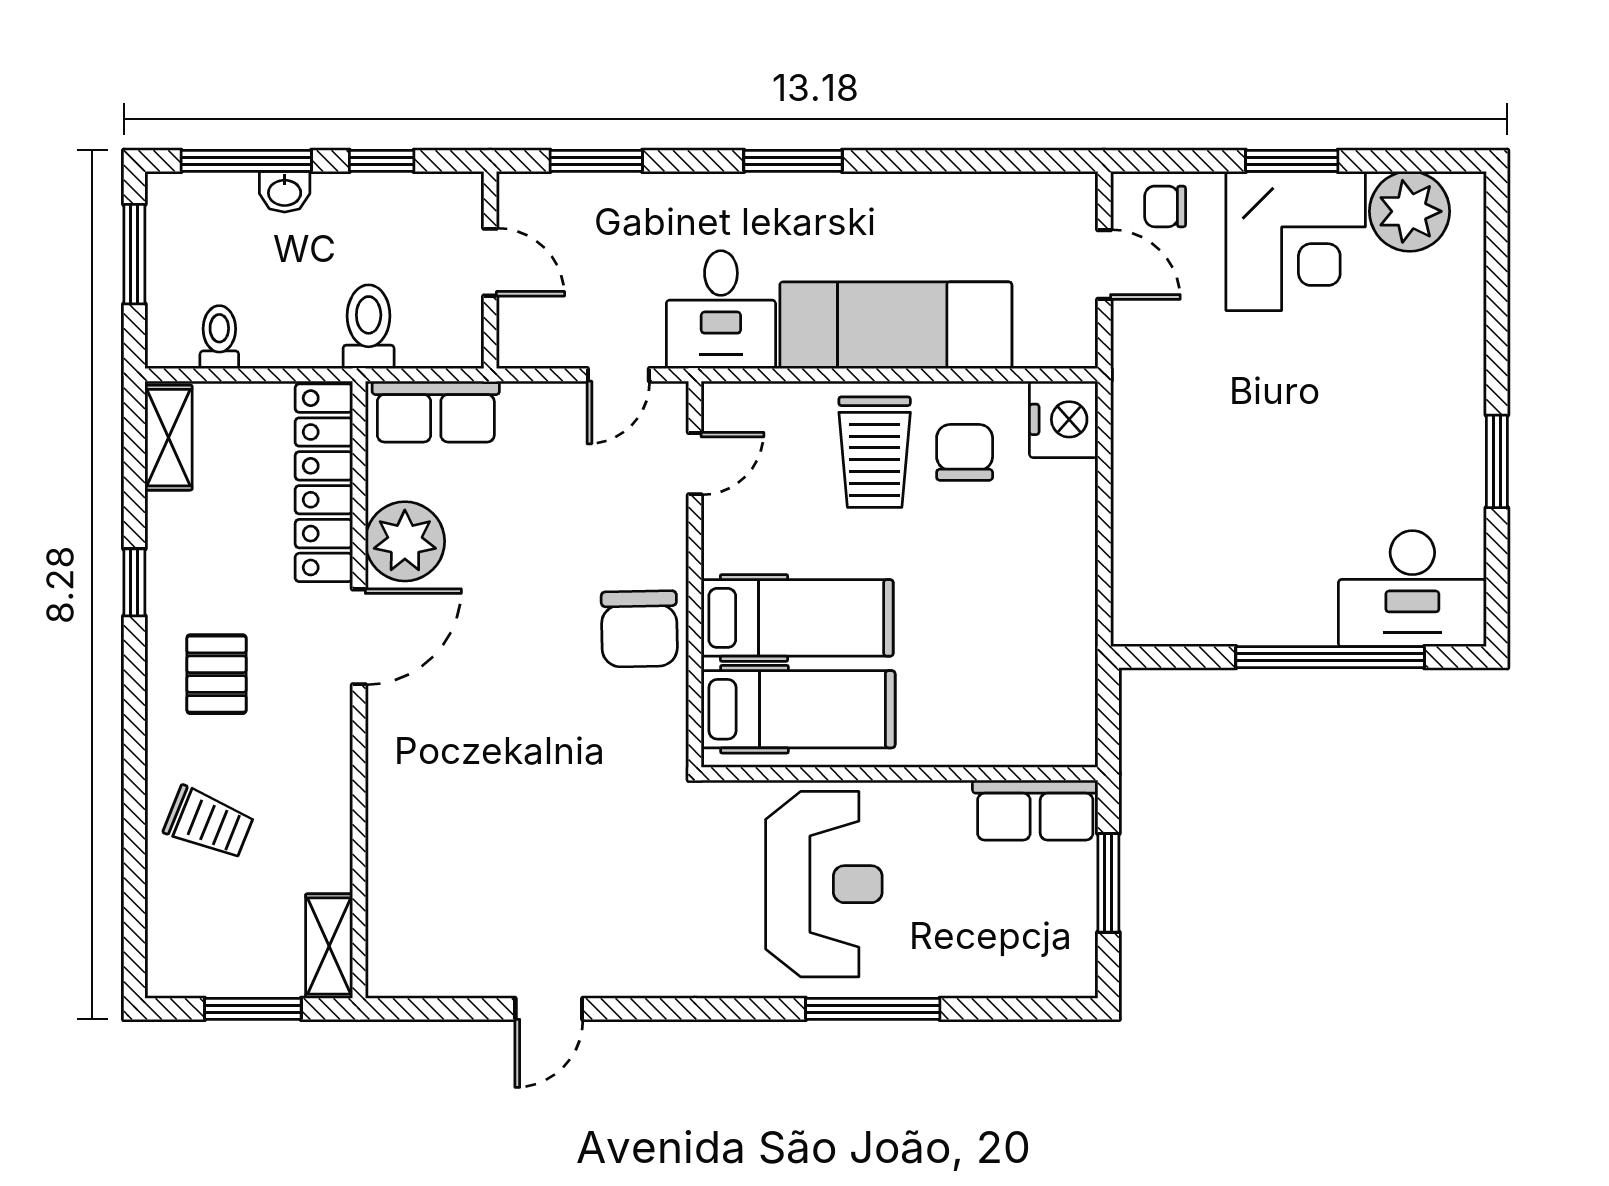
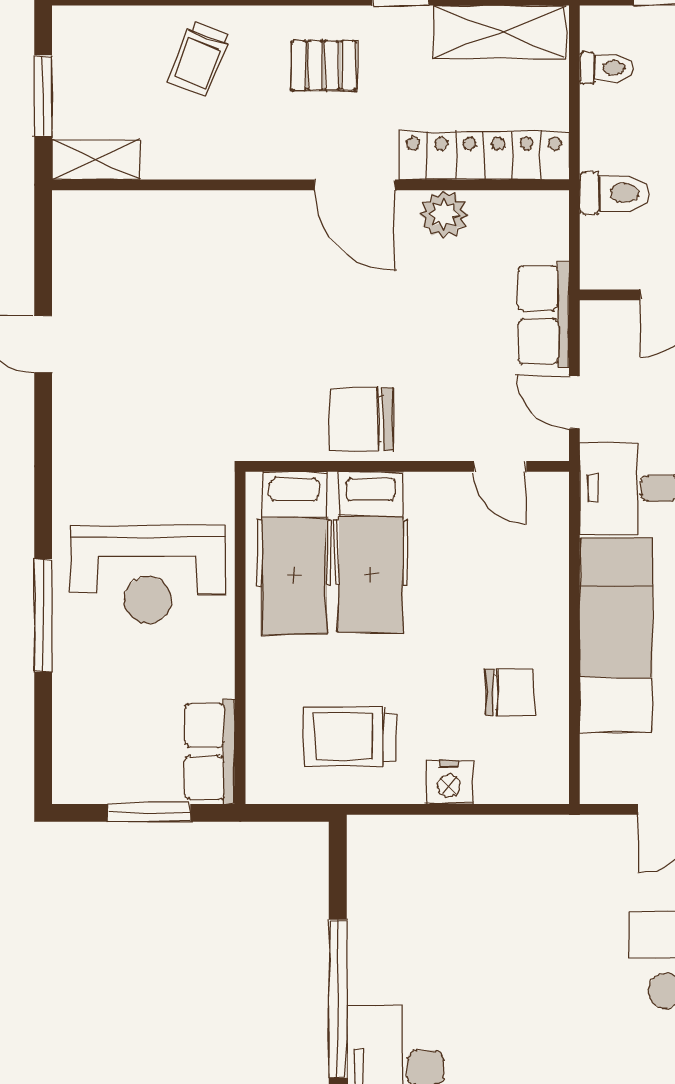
row of seats: (436, 412) -> (544, 315), moved
nightstand: (1064, 419) -> (449, 782), moved, width x0.74, depth x0.75
shelving: (168, 438) -> (500, 32), width x1.50, depth x1.33
trolley: (875, 452) -> (350, 737), moved
plant: (405, 541) -> (444, 215), width x0.73, depth x0.73

